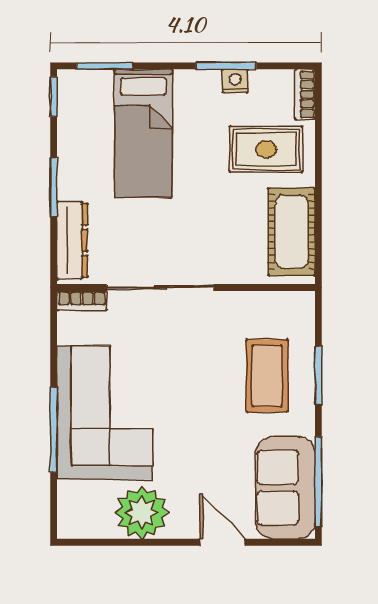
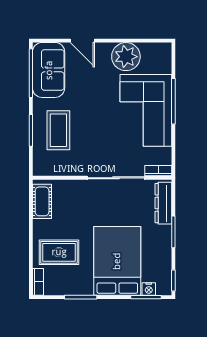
nightstand: (235, 81) -> (149, 289), moved
bed: (143, 133) -> (117, 261), width x1.50
cot: (292, 232) -> (42, 201), width x0.73, depth x0.75

